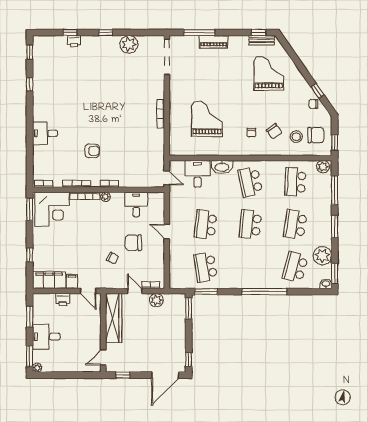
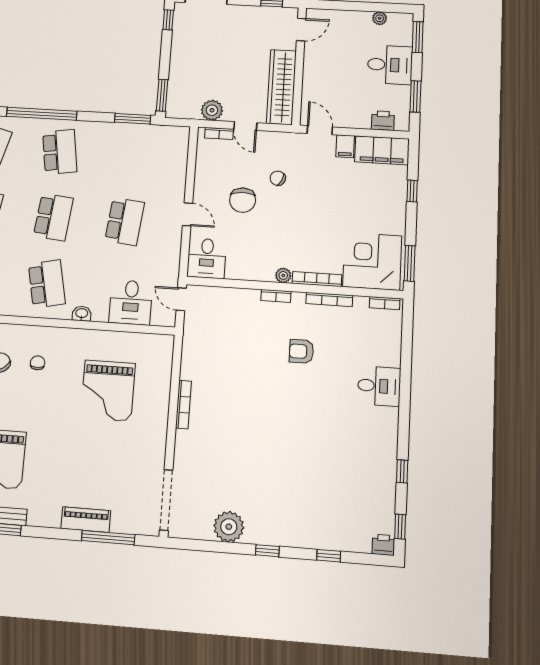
printer: (74, 41) -> (383, 545), moved
washbasin: (222, 167) -> (82, 314), width x0.52, depth x0.69
desk: (136, 204) -> (207, 258), moved
chair: (133, 243) -> (243, 200), turned 90
school desk: (206, 267) -> (60, 152), moved
printer: (63, 300) -> (383, 121), moved
plant: (37, 368) -> (380, 18), moved

